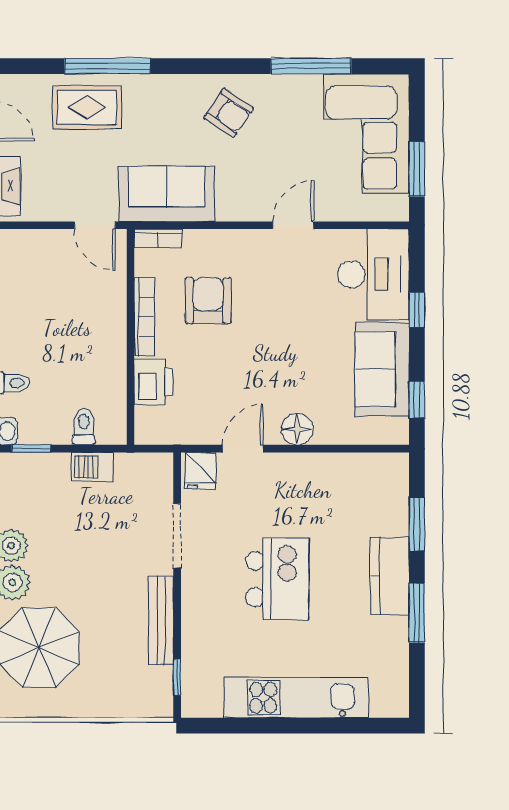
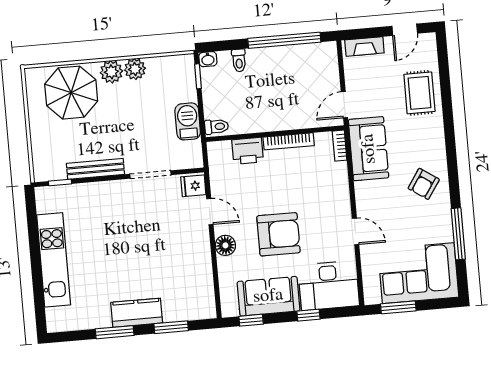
window: (107, 66) -> (447, 104), removed
armchair: (208, 301) -> (278, 234), moved, width x1.36, depth x1.36
toilet: (84, 427) -> (217, 127), moved
barbecue: (92, 467) -> (188, 121), width x1.38, depth x1.27
kitchen island: (277, 579) -> (128, 241), removed

